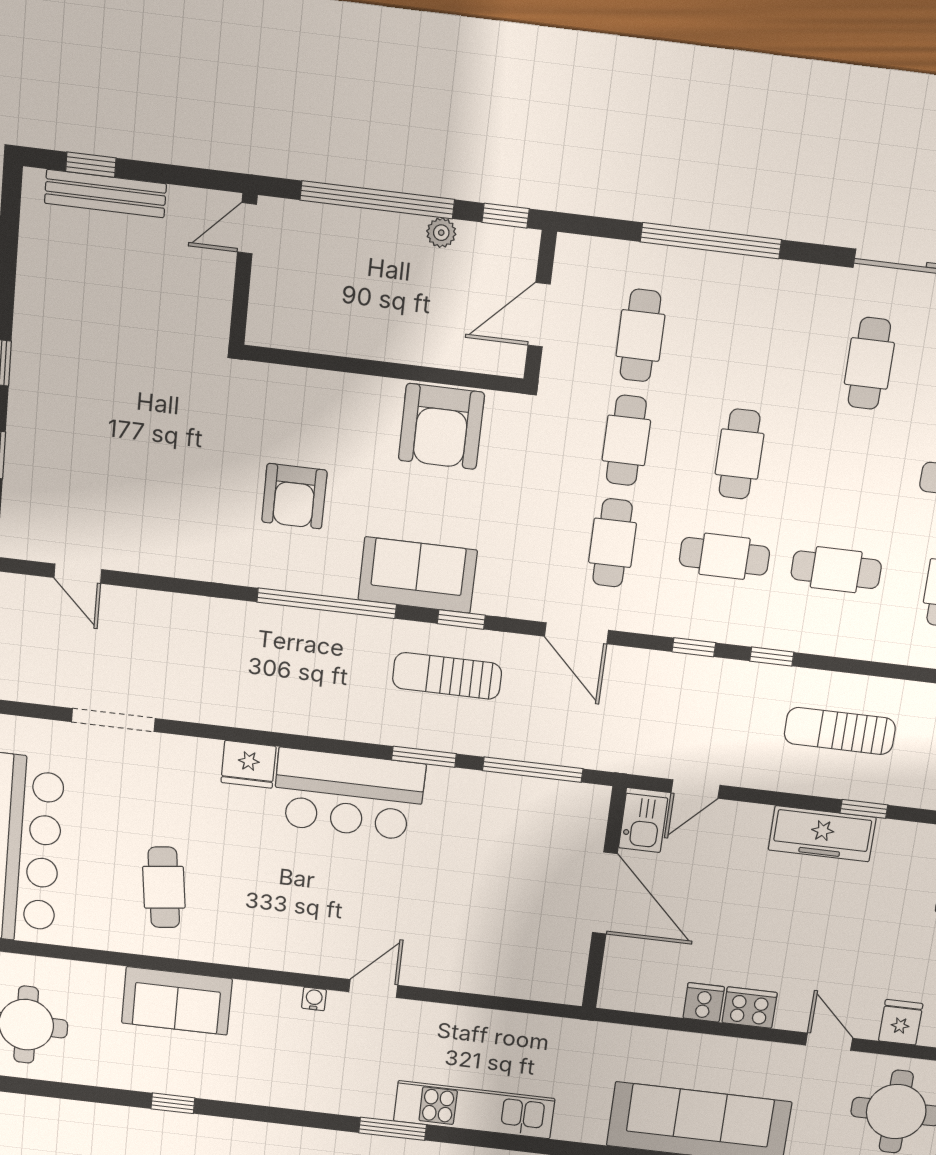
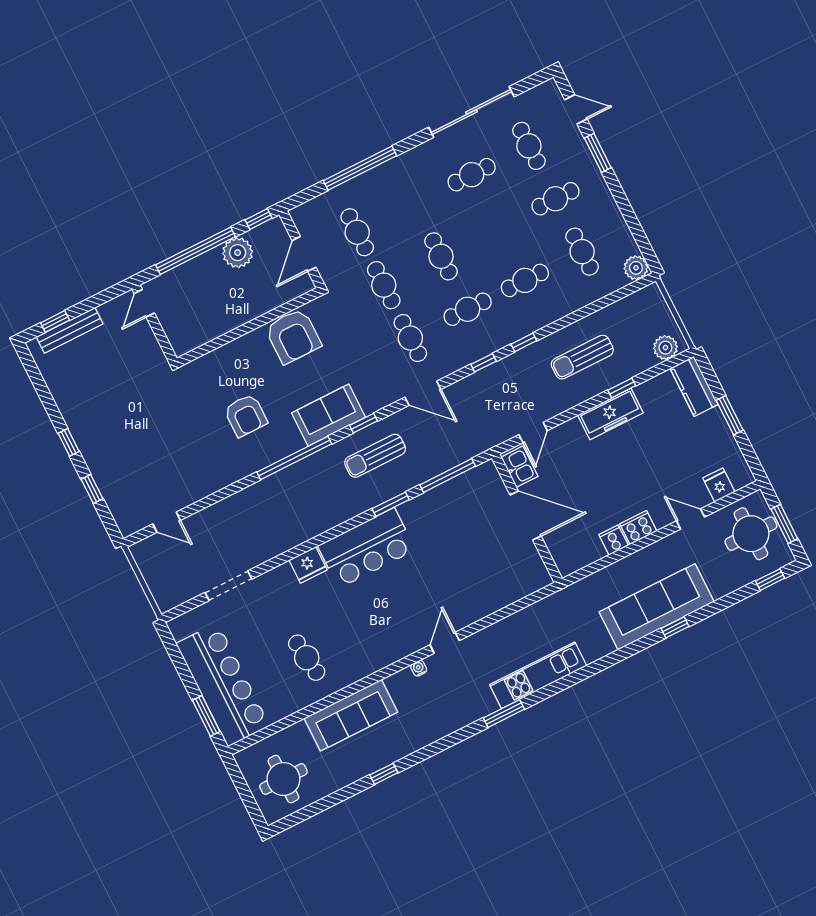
plant: (441, 233) -> (238, 253), width x1.88, depth x1.88
cafe table: (869, 363) -> (472, 175), turned 90
sofa: (177, 1001) -> (351, 715), width x1.36

